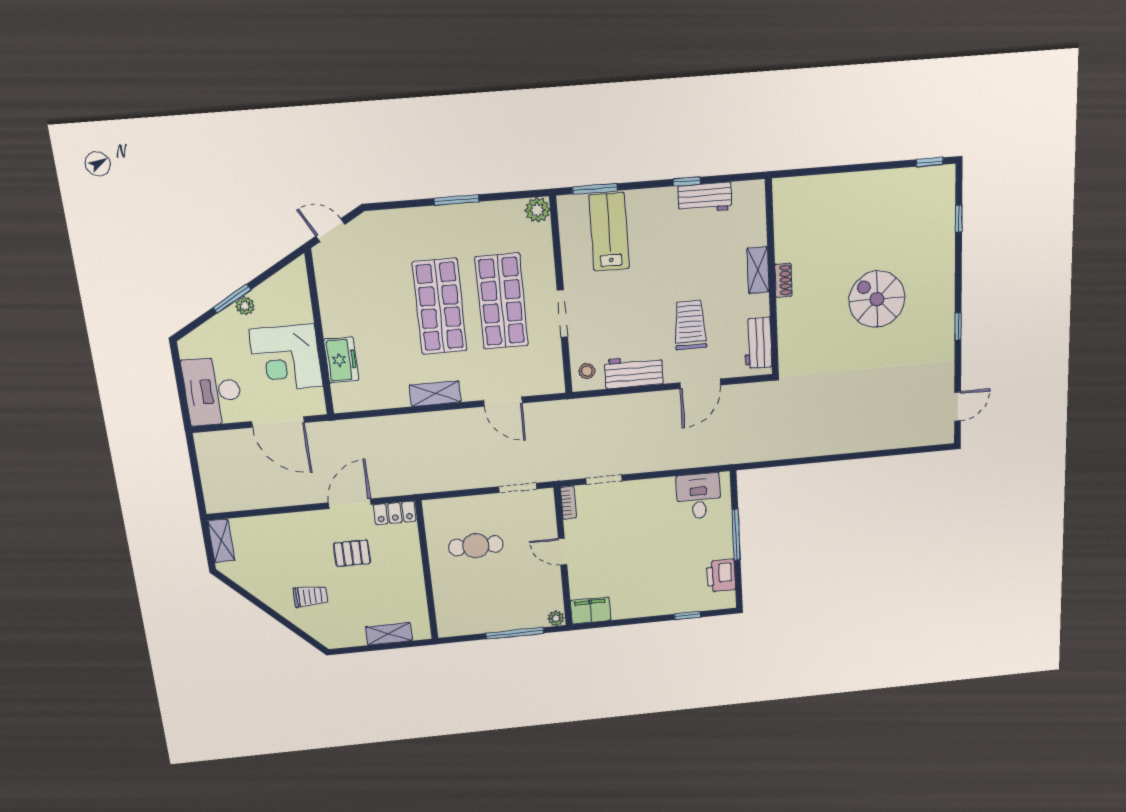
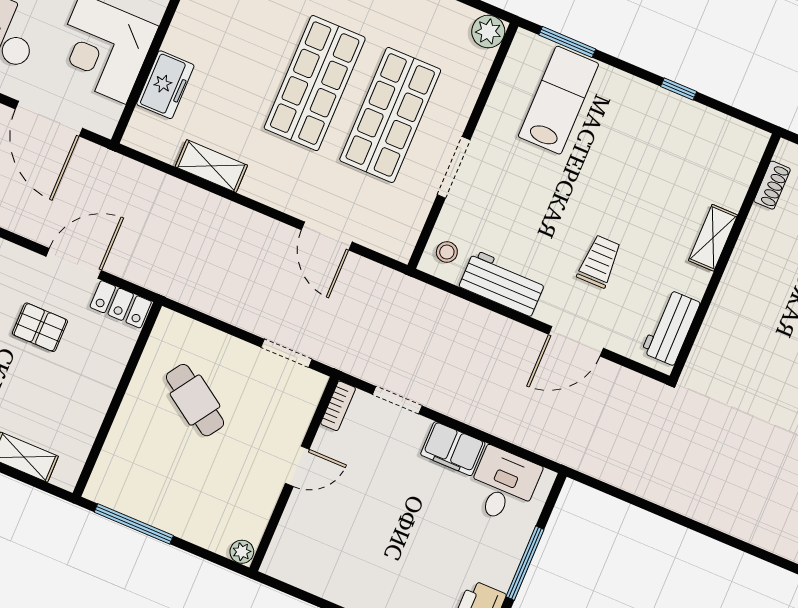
workbench: (705, 198) -> (691, 119), removed
shoe rack: (783, 280) -> (772, 185), moved
trolley: (690, 325) -> (599, 261), width x0.73, depth x0.72
shelving: (435, 394) -> (211, 166), moved
cafe table: (476, 546) -> (195, 400), turned 34
door: (563, 552) -> (297, 466), swing flipped
filing cabinet: (591, 610) -> (453, 449), moved, turned 180
window: (515, 633) -> (134, 524), moved

